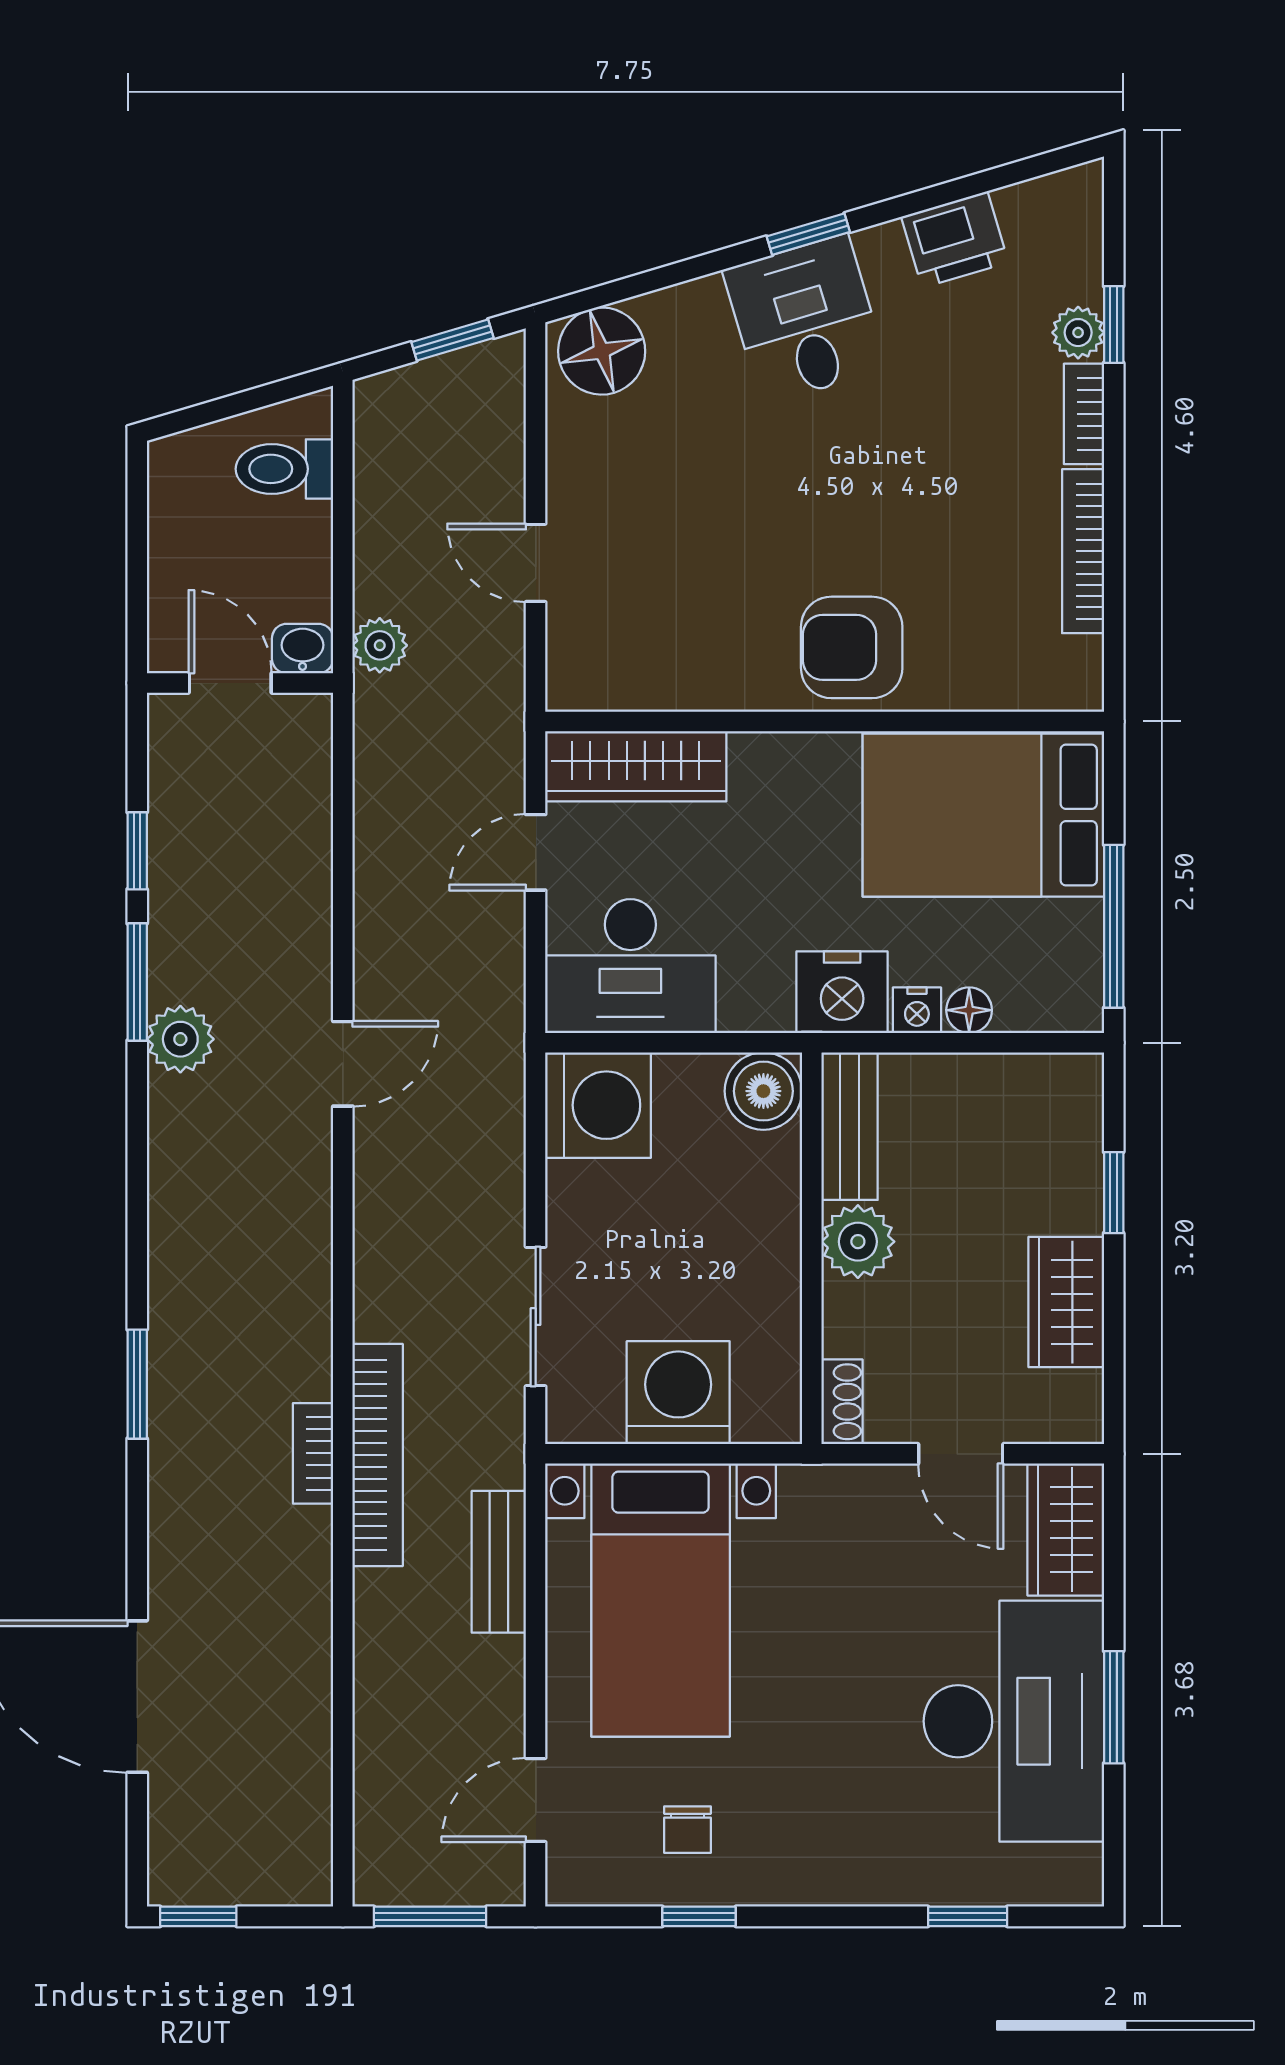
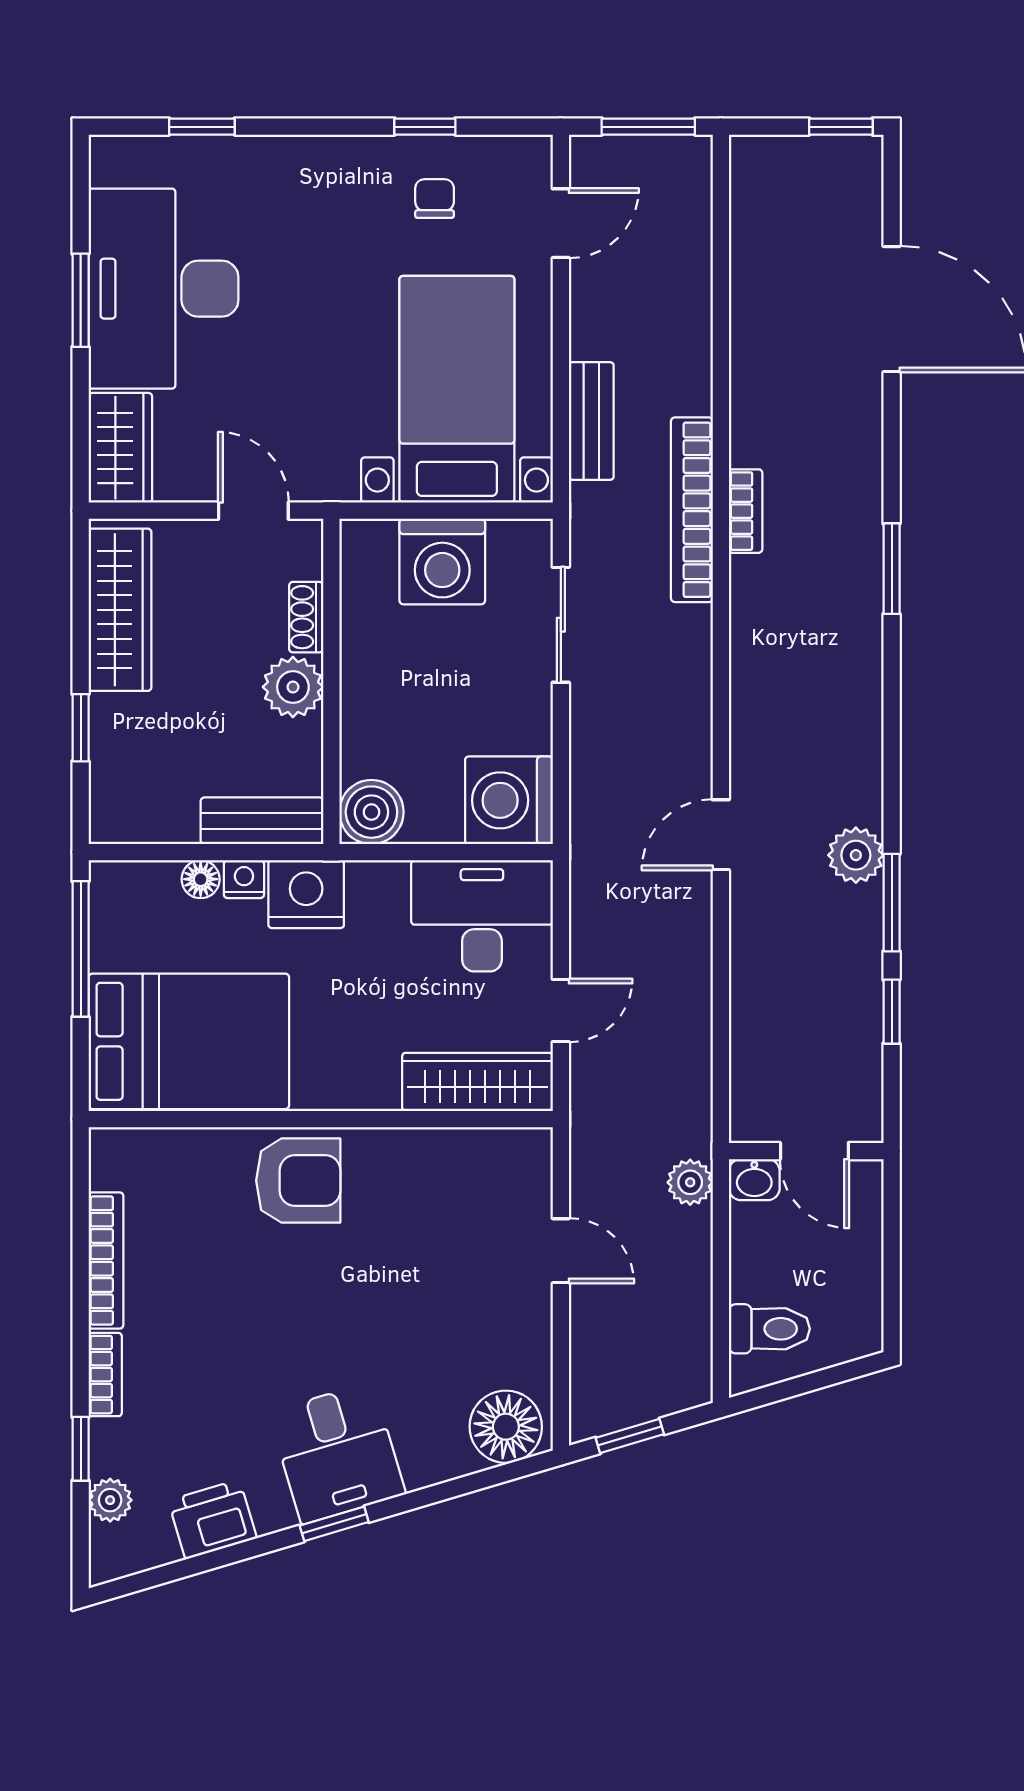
plant: (1078, 333) -> (110, 1500), moved
bench: (850, 1126) -> (262, 821), moved, turned 90
wardrobe: (1066, 1302) -> (120, 610), width x1.50
shoe rack: (842, 1402) -> (306, 617), moved
door: (961, 1454) -> (253, 511), moved

